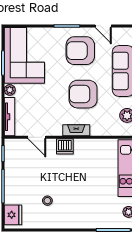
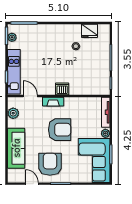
armchair: (80, 51) -> (50, 164), turned -90
armchair: (83, 94) -> (60, 130), moved
door: (37, 137) -> (30, 96), moved
fridge: (13, 215) -> (89, 31), moved, turned -90

